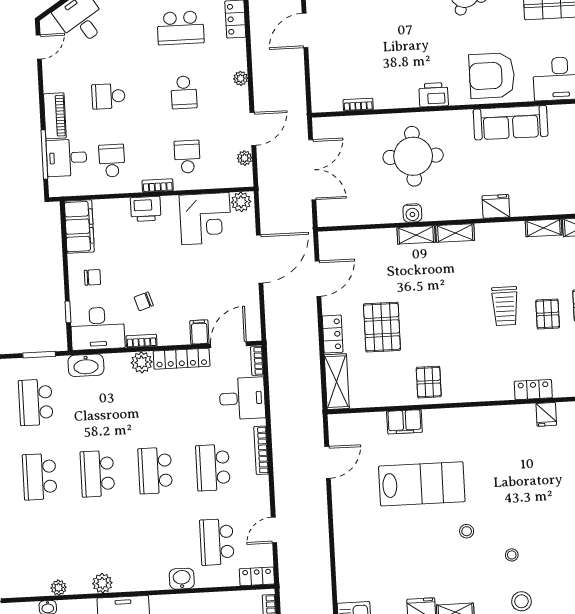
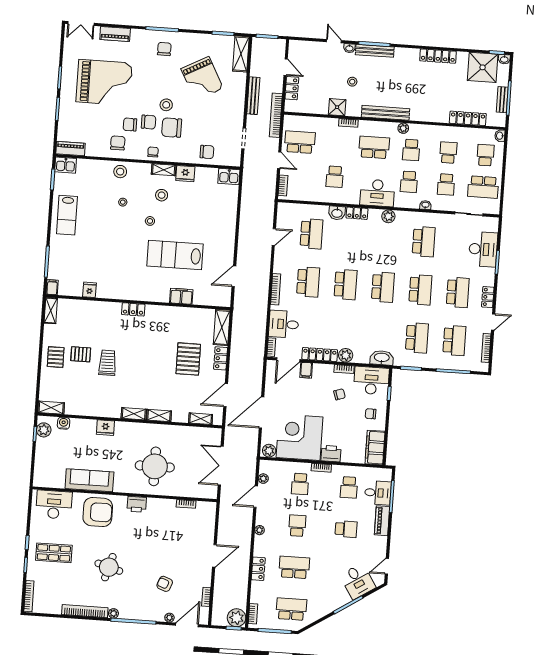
water cooler: (412, 213) -> (64, 423), moved
corner desk: (205, 219) -> (300, 437), width x1.36, depth x1.36
shelving: (544, 228) -> (201, 419), moved
pallet: (548, 314) -> (81, 354), turned 90
pallet: (429, 382) -> (163, 320), removed
locker: (533, 390) -> (133, 309), moved
school desk: (43, 551) -> (424, 242), added
stool: (454, 573) -> (162, 195), added
locker: (257, 576) -> (357, 213), moved
plant: (59, 588) -> (417, 217), removed

